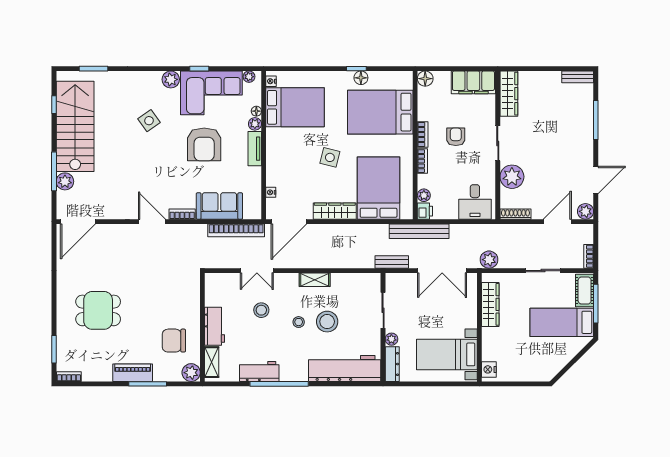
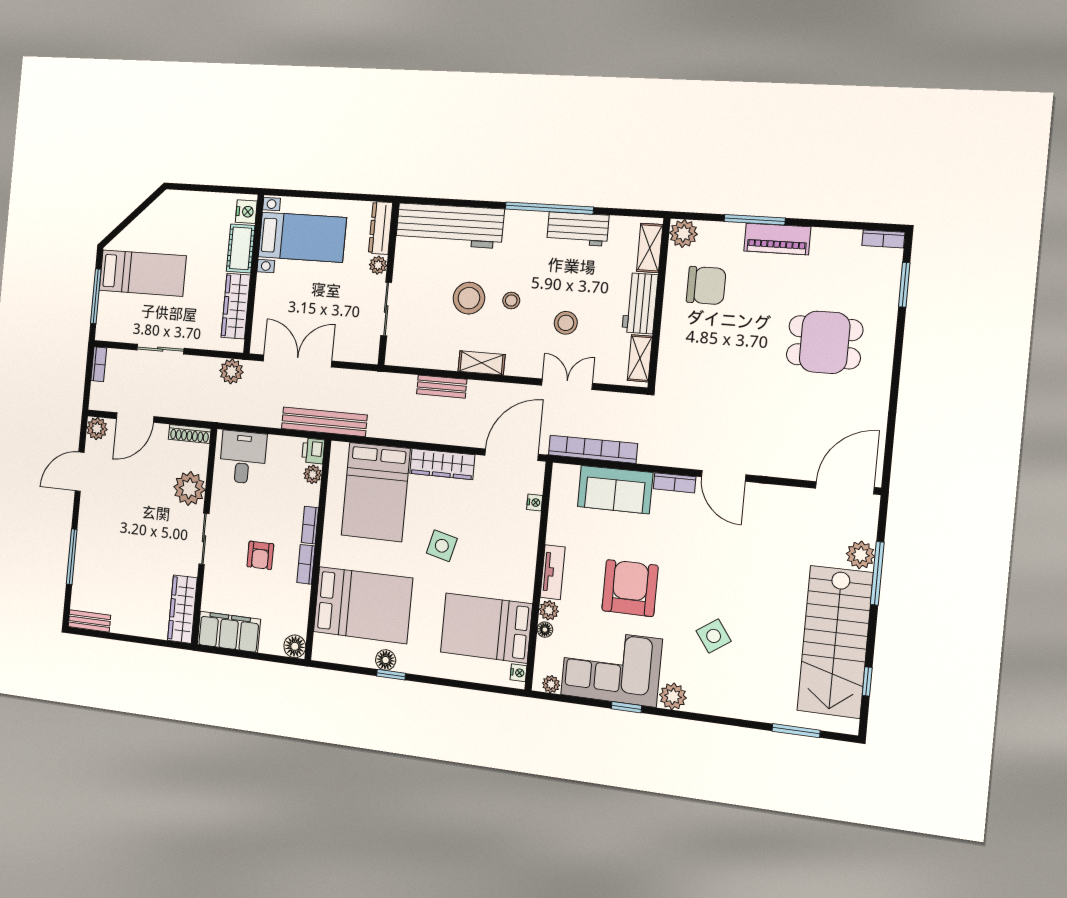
bench: (392, 262) -> (442, 387), moved
cot: (585, 290) -> (241, 248), moved
shelving: (211, 291) -> (640, 358), added

